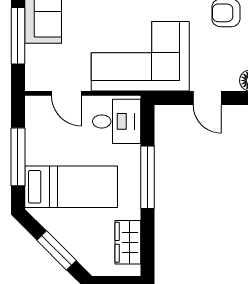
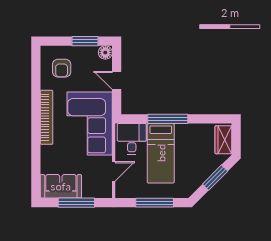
door: (207, 98) -> (117, 80), swing flipped
bed: (71, 187) -> (161, 153), moved, turned 180
wardrobe: (128, 242) -> (223, 140), moved, turned 90

